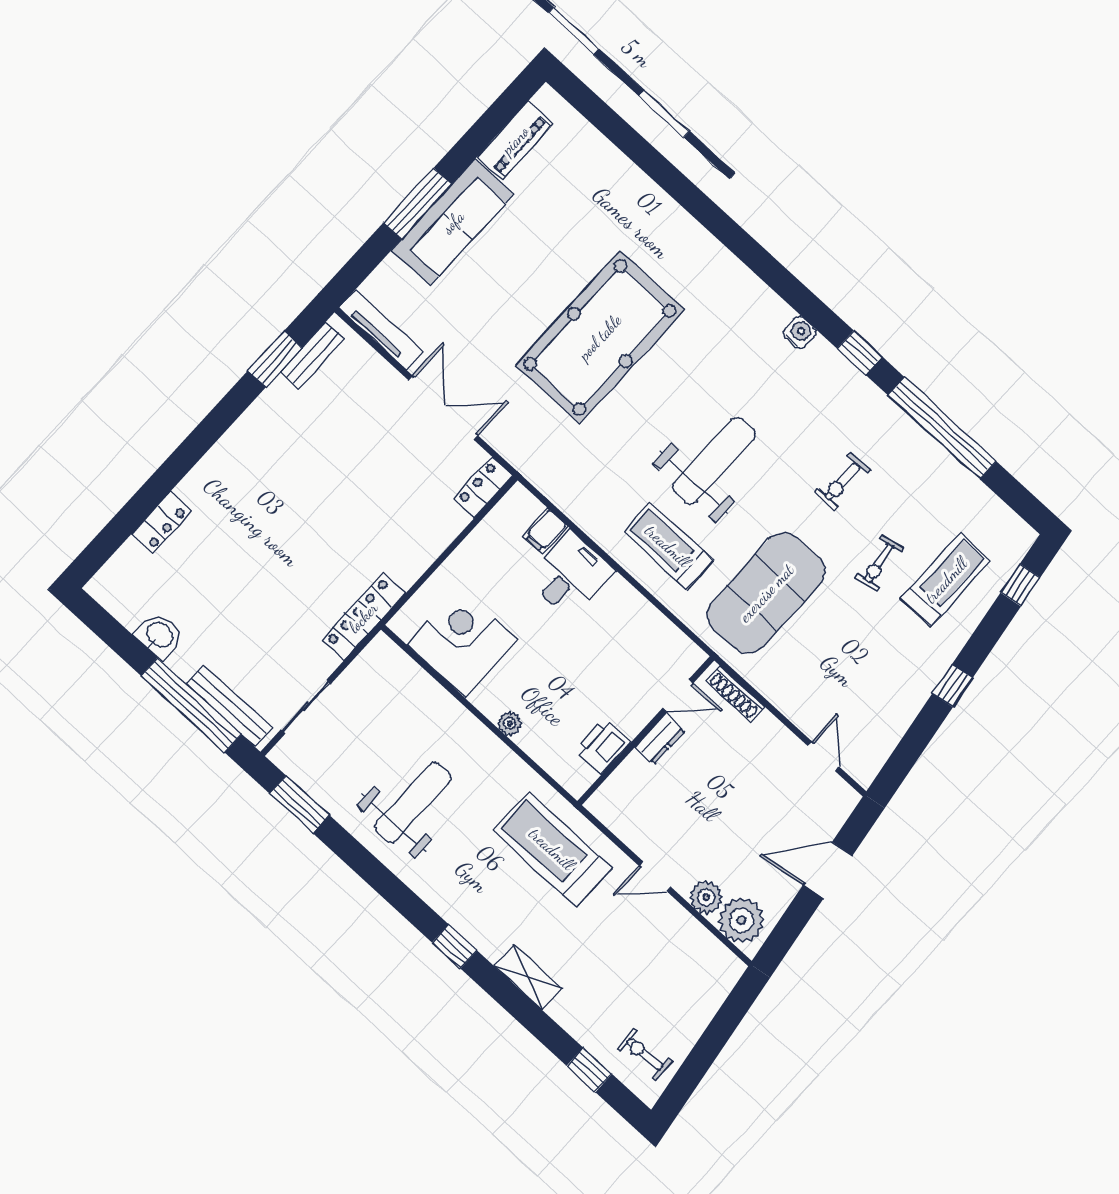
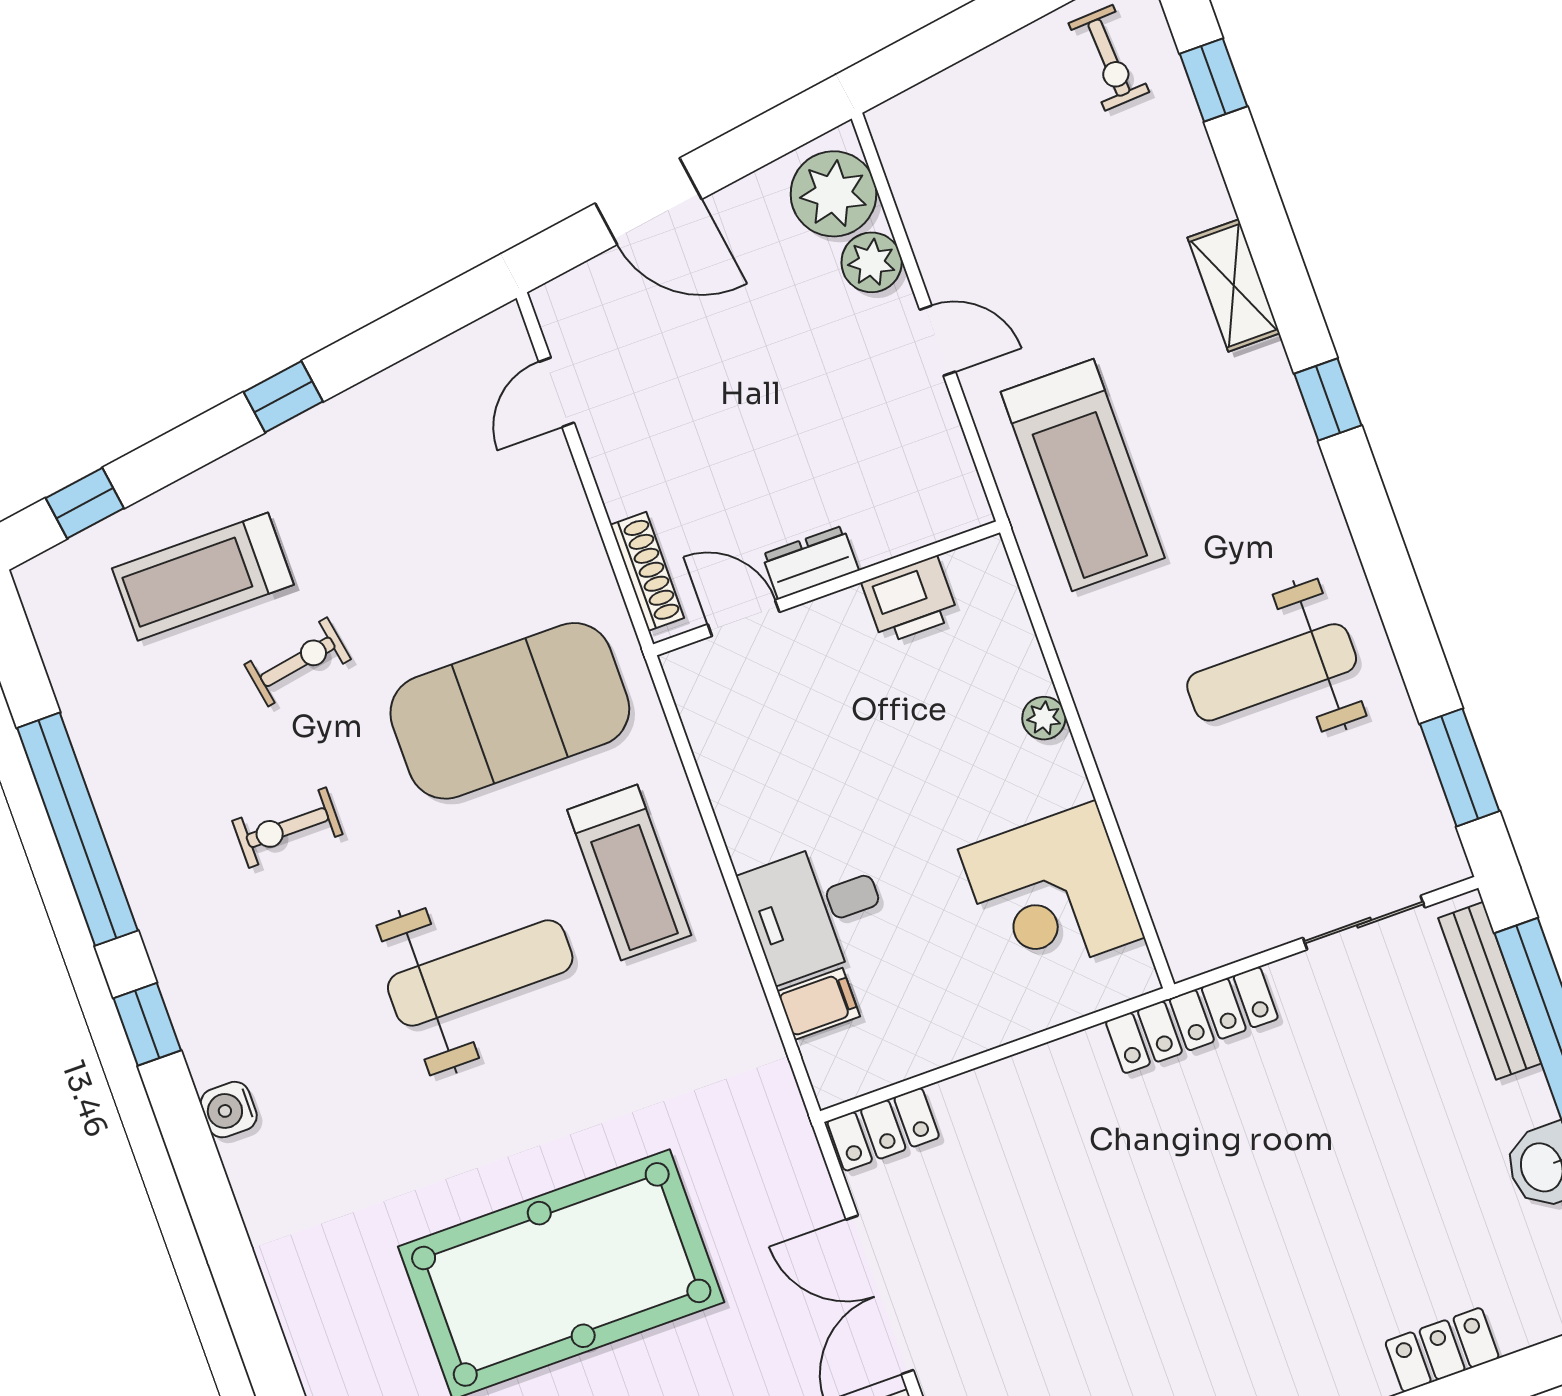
weight bench: (714, 461) -> (480, 973), turned 180
exercise bike: (842, 482) -> (287, 828), turned 180

